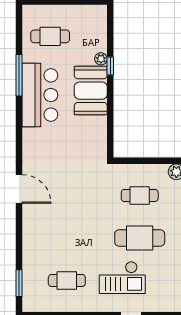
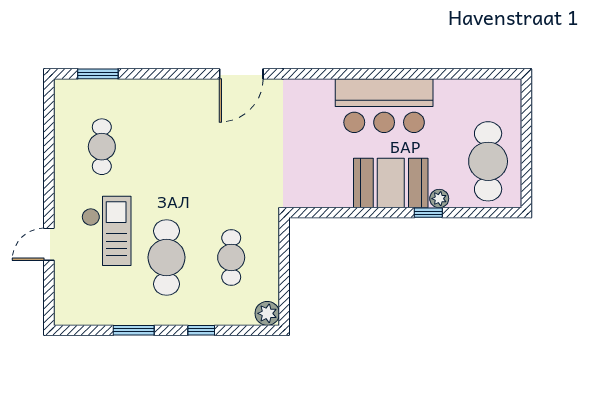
cafe table: (50, 36) -> (488, 161), moved, width x1.37, depth x1.35
window: (19, 75) -> (414, 74), removed
checkout: (122, 277) -> (106, 231), turned 180

